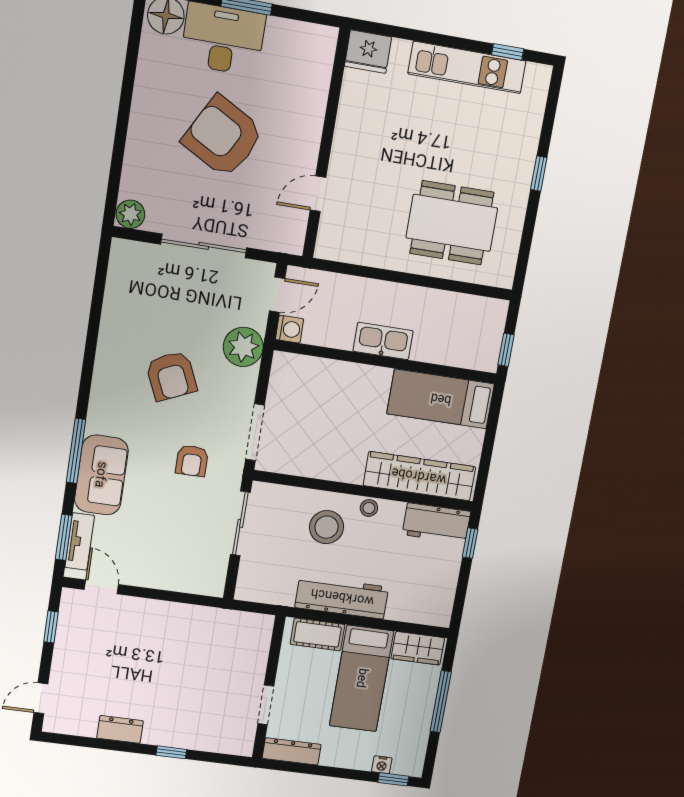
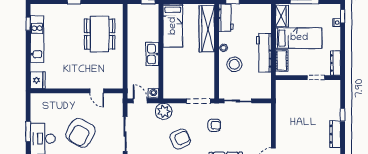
dresser: (120, 729) -> (335, 134), width x1.44

